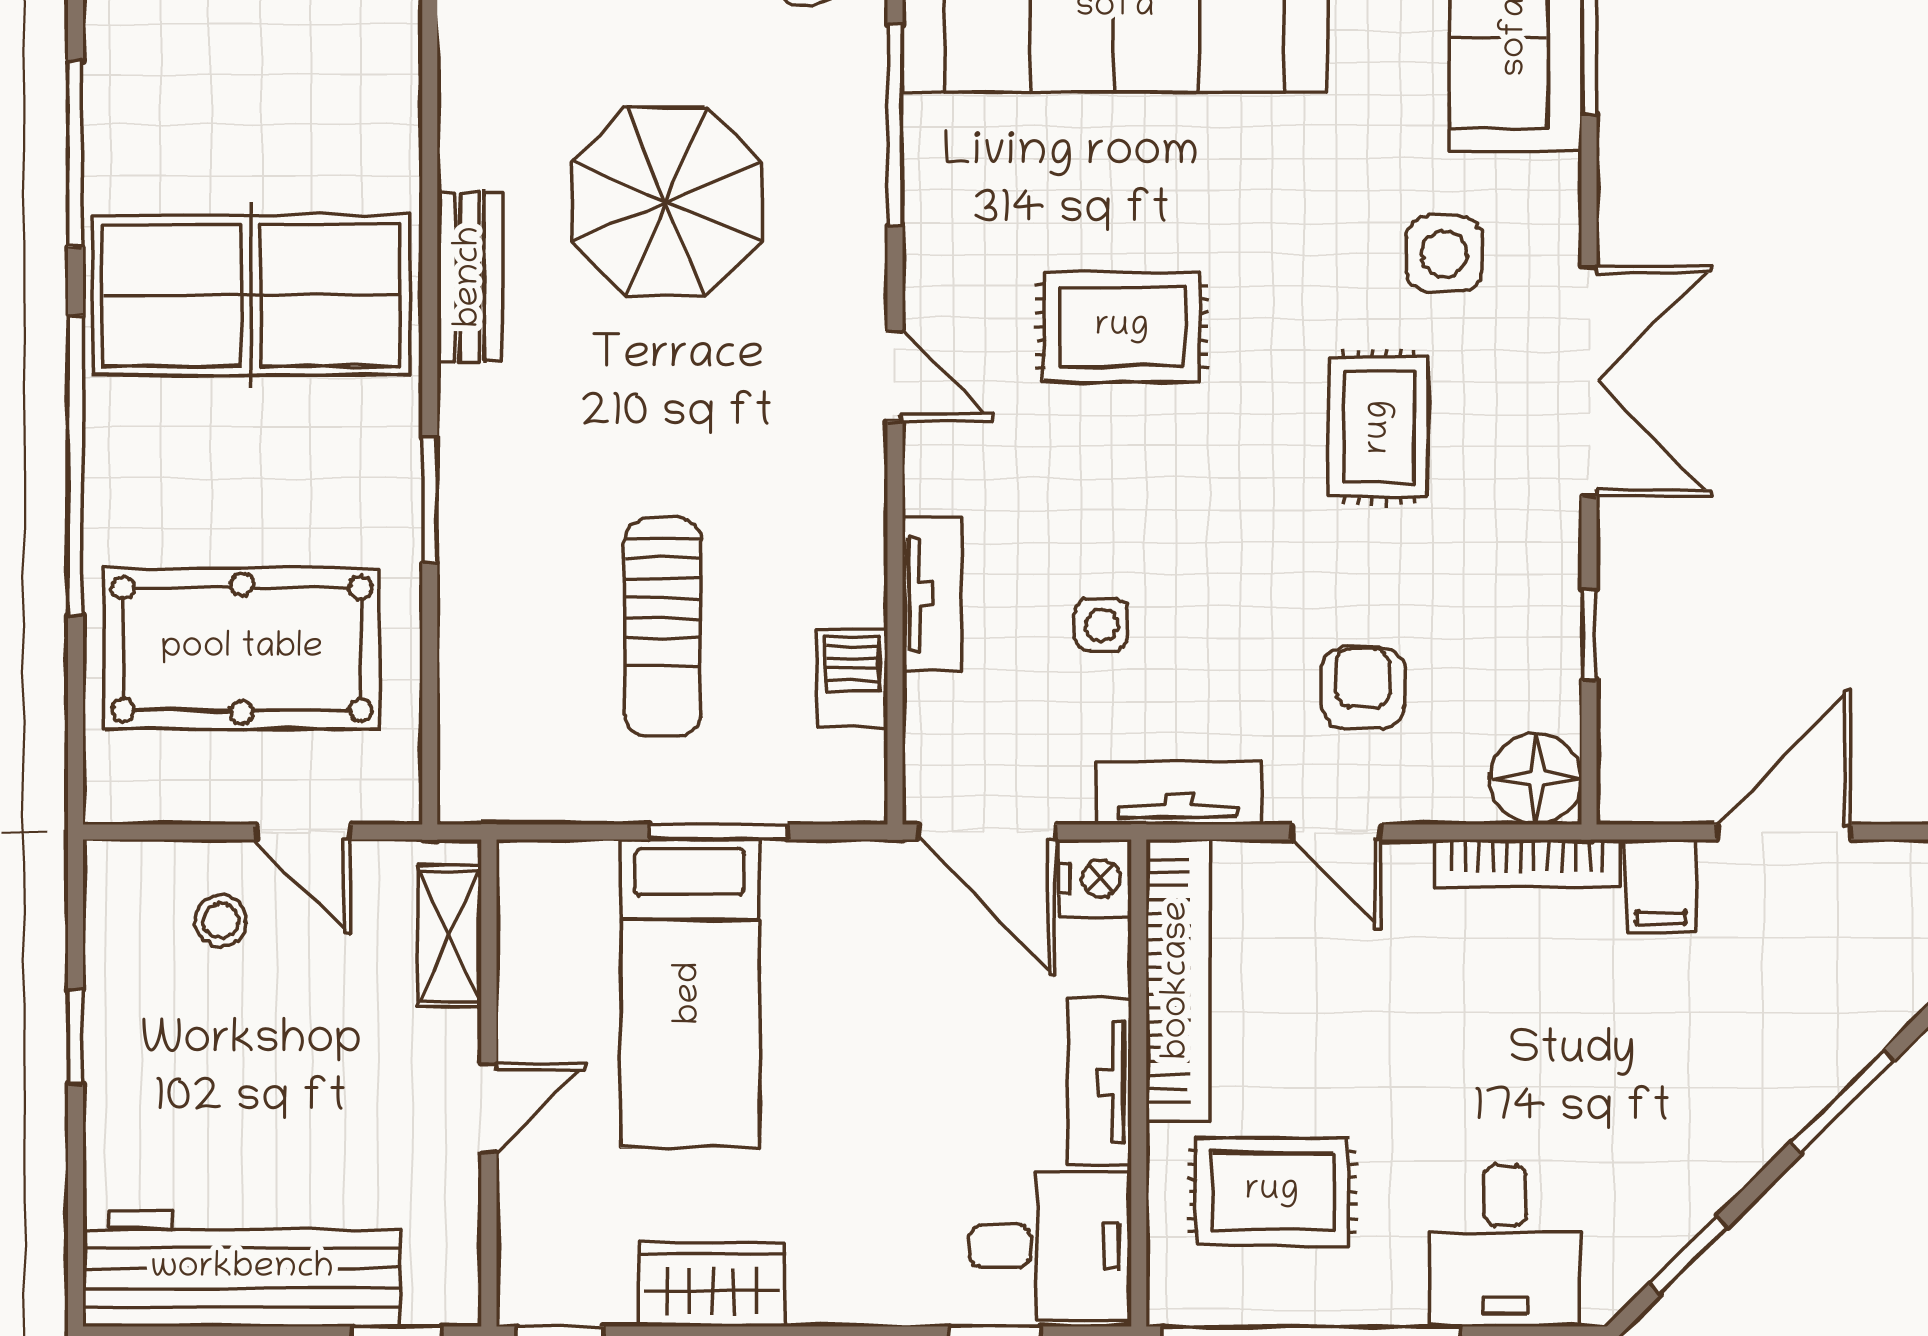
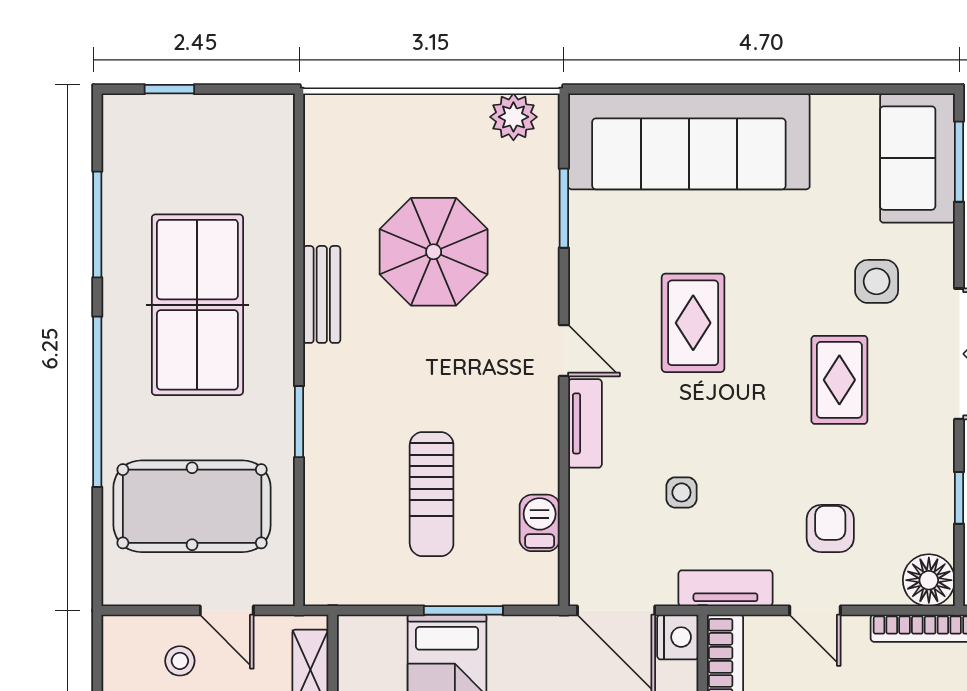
window: (895, 125) -> (564, 208), width x0.69
table tennis table: (251, 295) -> (197, 305), turned 90
rug: (1122, 327) -> (693, 323), turned 90
tv unit: (932, 594) -> (585, 423), moved

